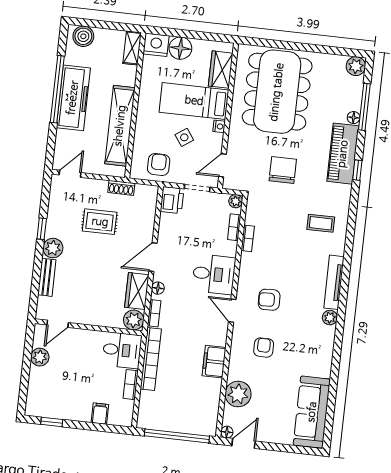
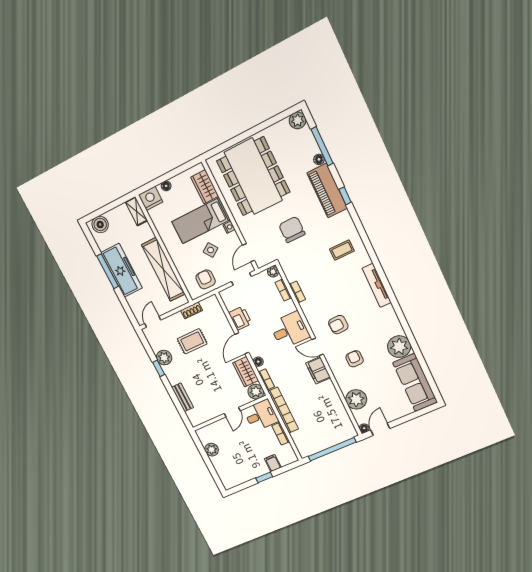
floor lamp: (180, 48) -> (166, 186), width x0.53, depth x0.53
window: (57, 89) -> (108, 271), width x0.68
printer: (172, 200) -> (240, 318), moved
plant: (53, 248) -> (164, 358), moved
plant: (330, 318) -> (399, 347), moved, width x1.88, depth x1.88
door: (58, 324) -> (232, 412), moved
filing cabinet: (214, 362) -> (318, 370), moved
window: (52, 422) -> (264, 477), moved

